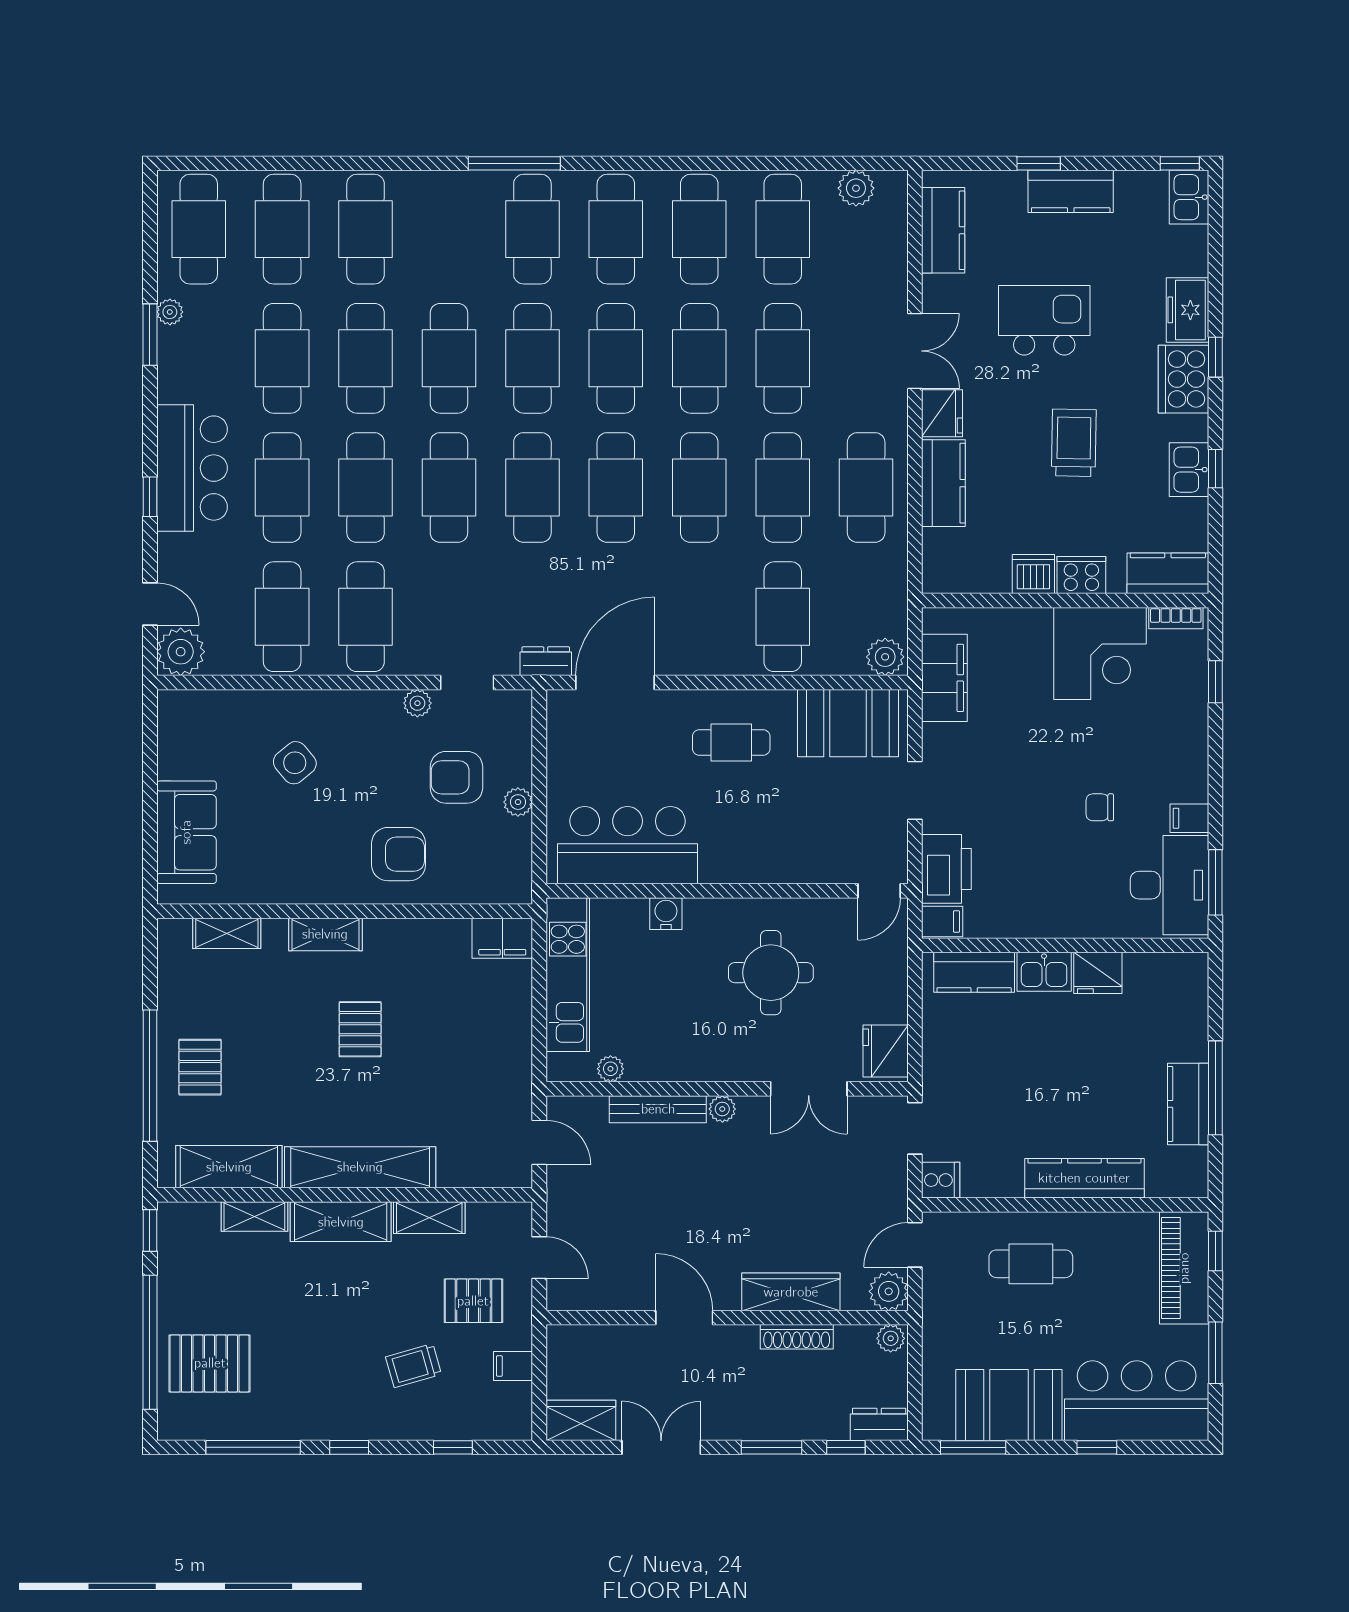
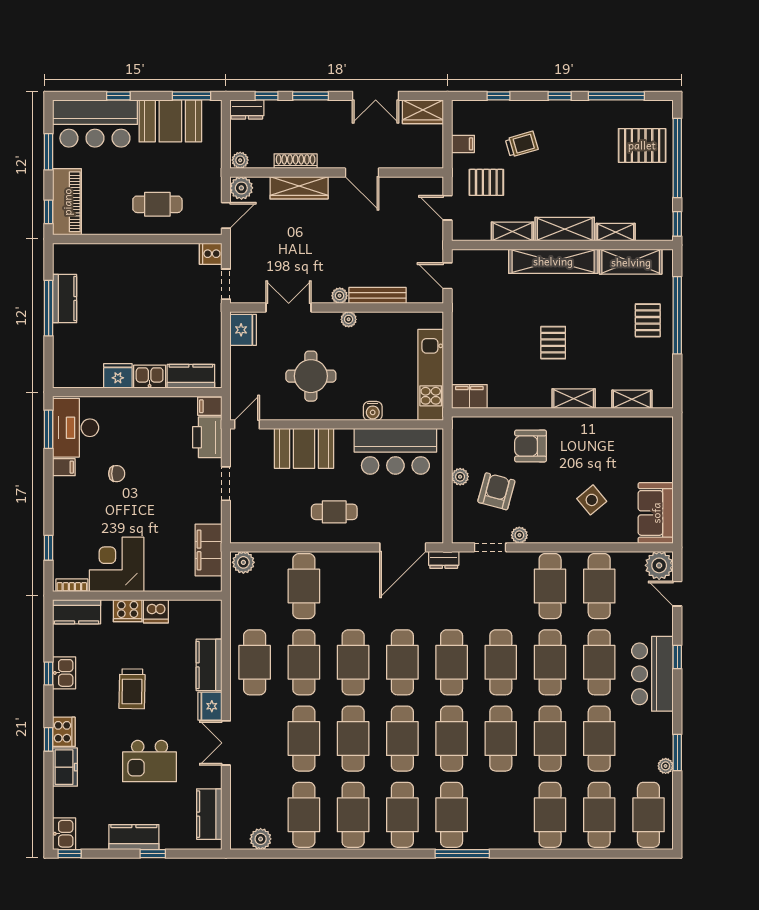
cooker: (1183, 379) -> (64, 732), width x0.73, depth x0.76
booth: (848, 723) -> (304, 448), moved
armchair: (456, 777) -> (496, 491), turned -75
sofa: (186, 832) -> (656, 513), moved
plant: (610, 1069) -> (349, 319), moved
kitchen counter: (1084, 1178) -> (126, 255), removed

